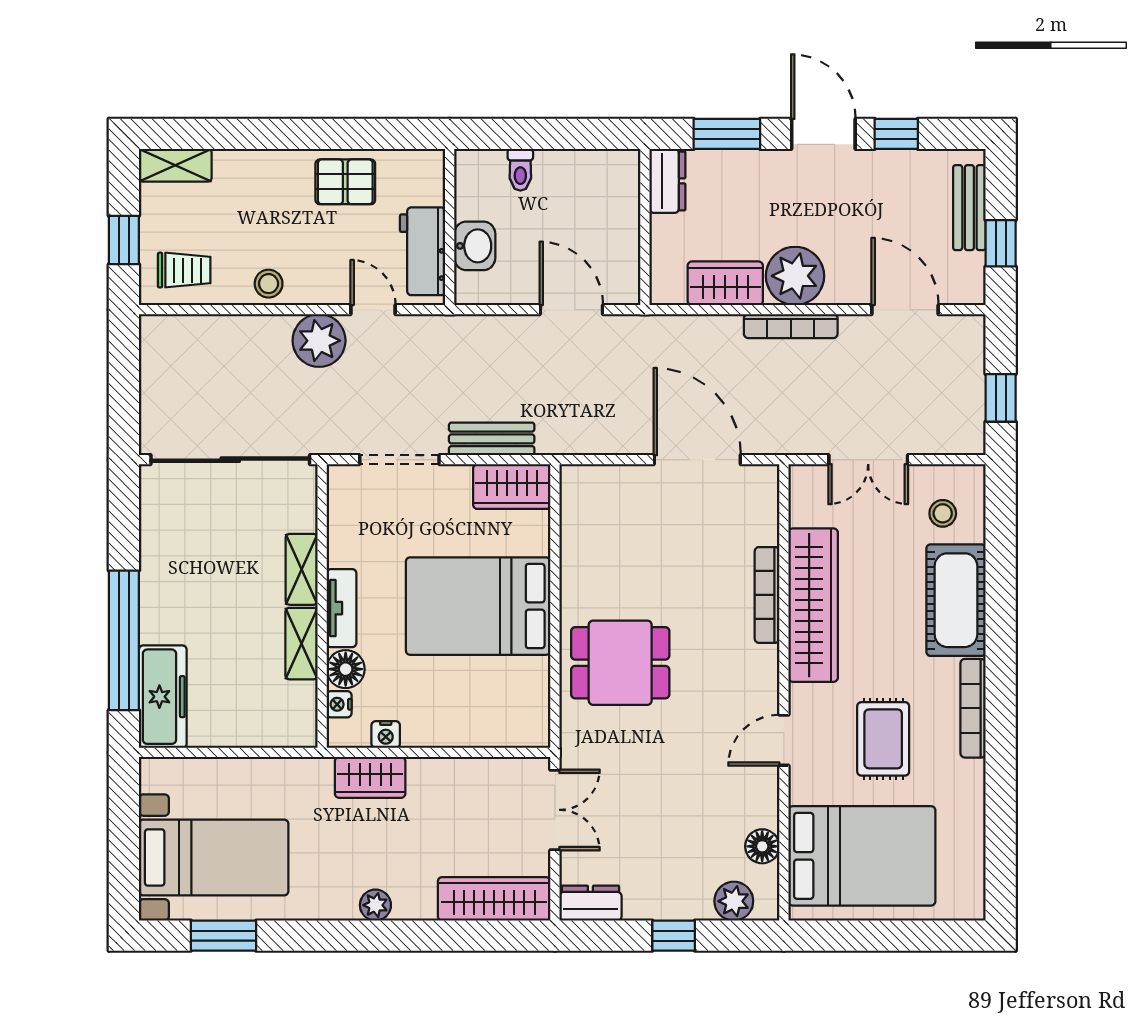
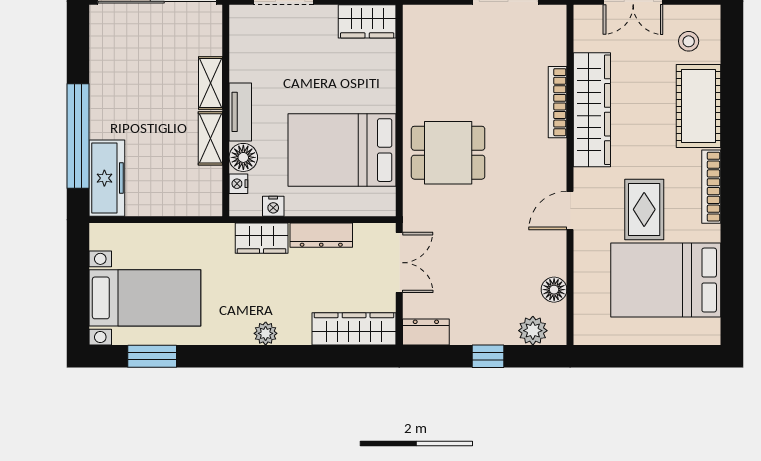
bed: (478, 606) -> (342, 150), moved
dresser: (450, 773) -> (321, 235), added
bed: (862, 856) -> (666, 280), moved, turned 180

